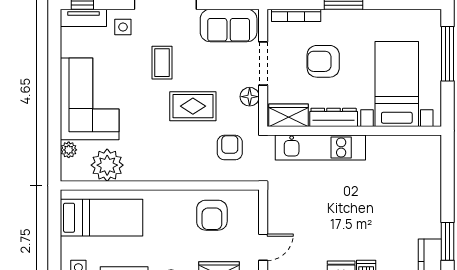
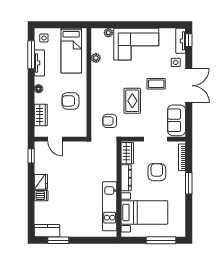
floor lamp: (250, 97) -> (137, 132), removed
kitchen unit: (320, 147) -> (110, 206), moved
armchair: (230, 148) -> (110, 121), turned 180
plant: (107, 165) -> (96, 58), width x0.53, depth x0.53
armchair: (212, 215) -> (70, 101), moved

